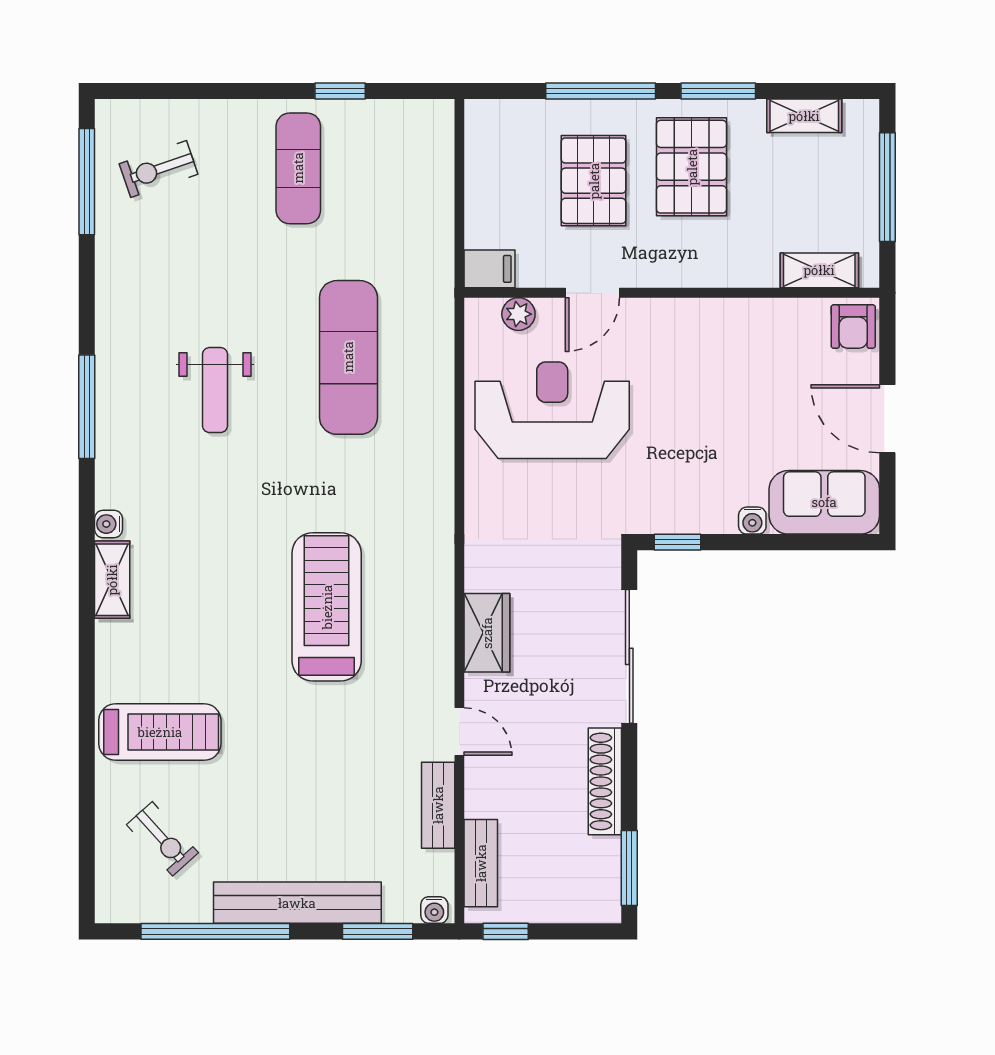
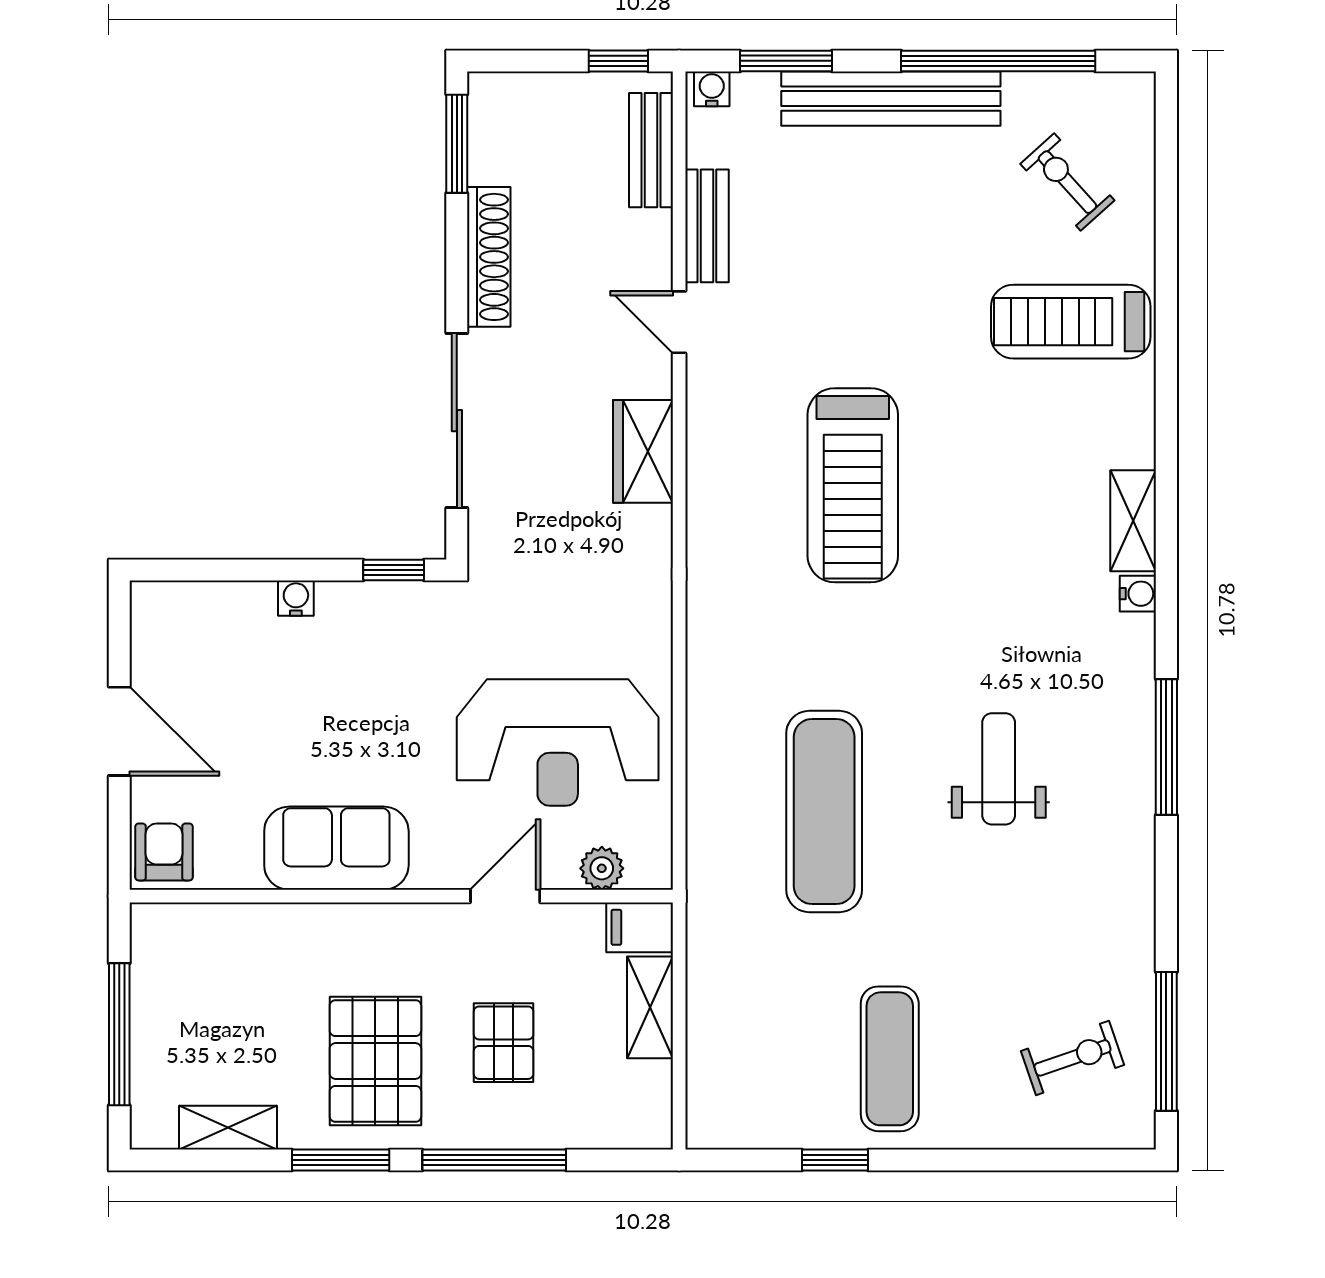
pallet: (594, 181) -> (504, 1043), width x0.67, depth x0.71
shelving: (819, 270) -> (650, 1007), moved, turned 90
sofa: (824, 502) -> (336, 848), moved, turned 180

